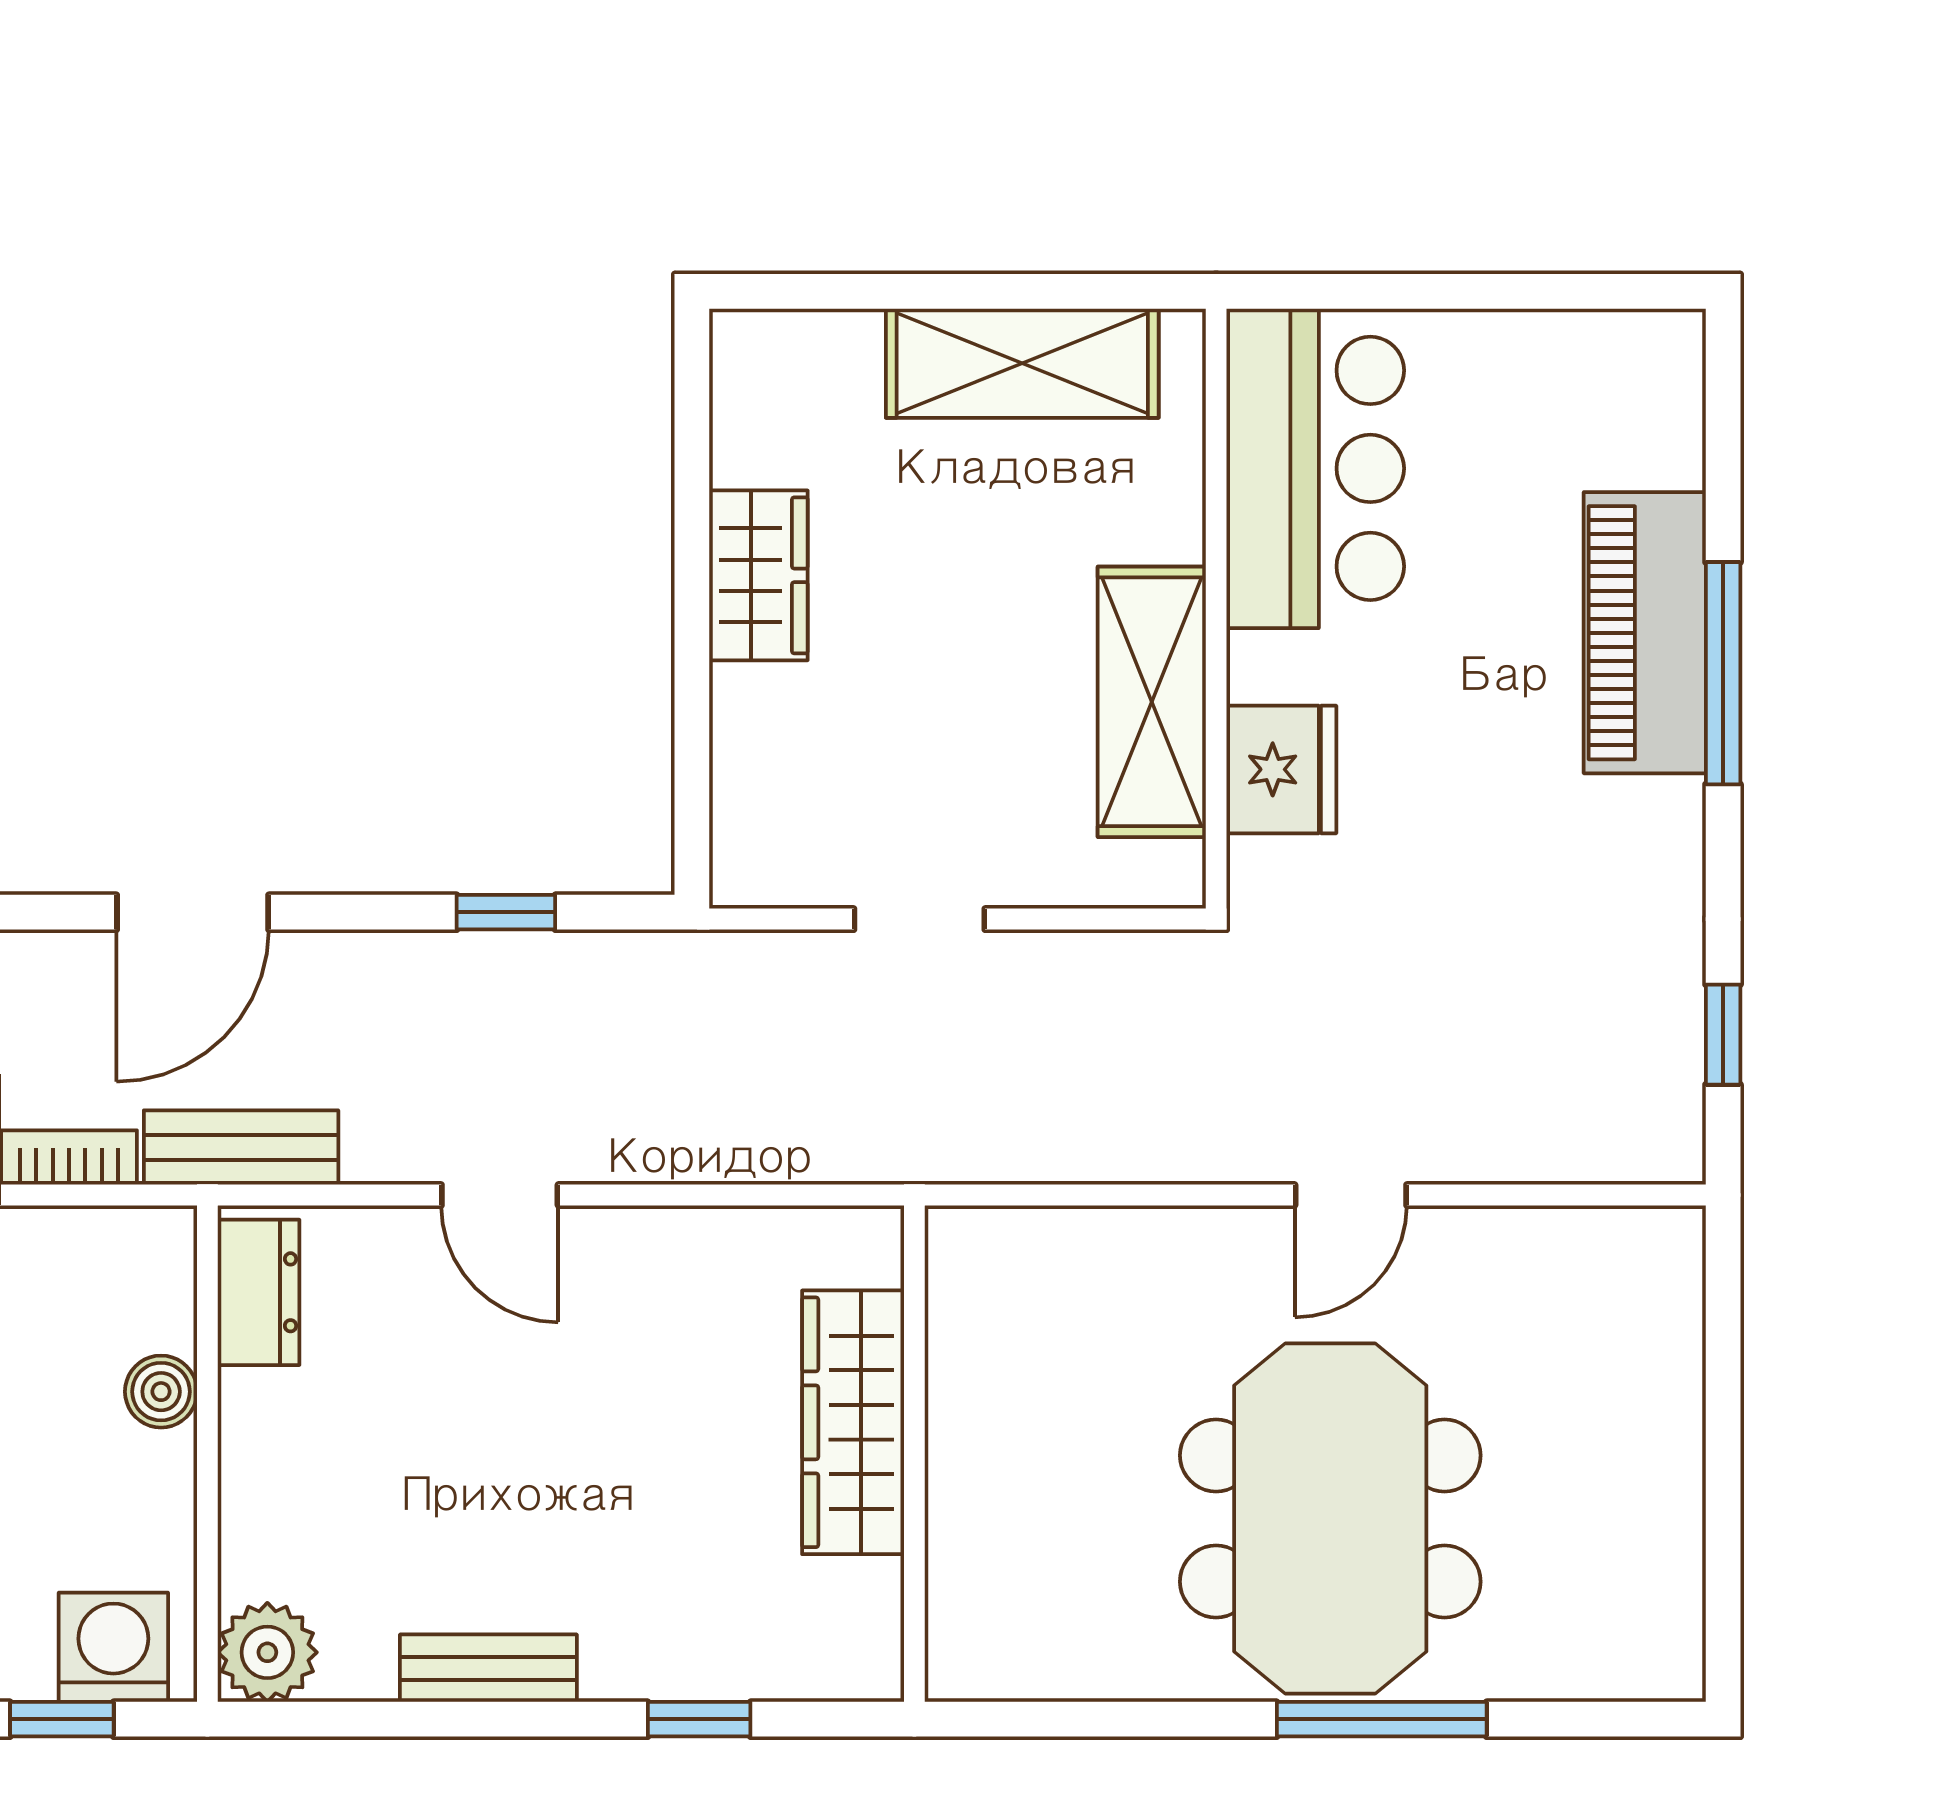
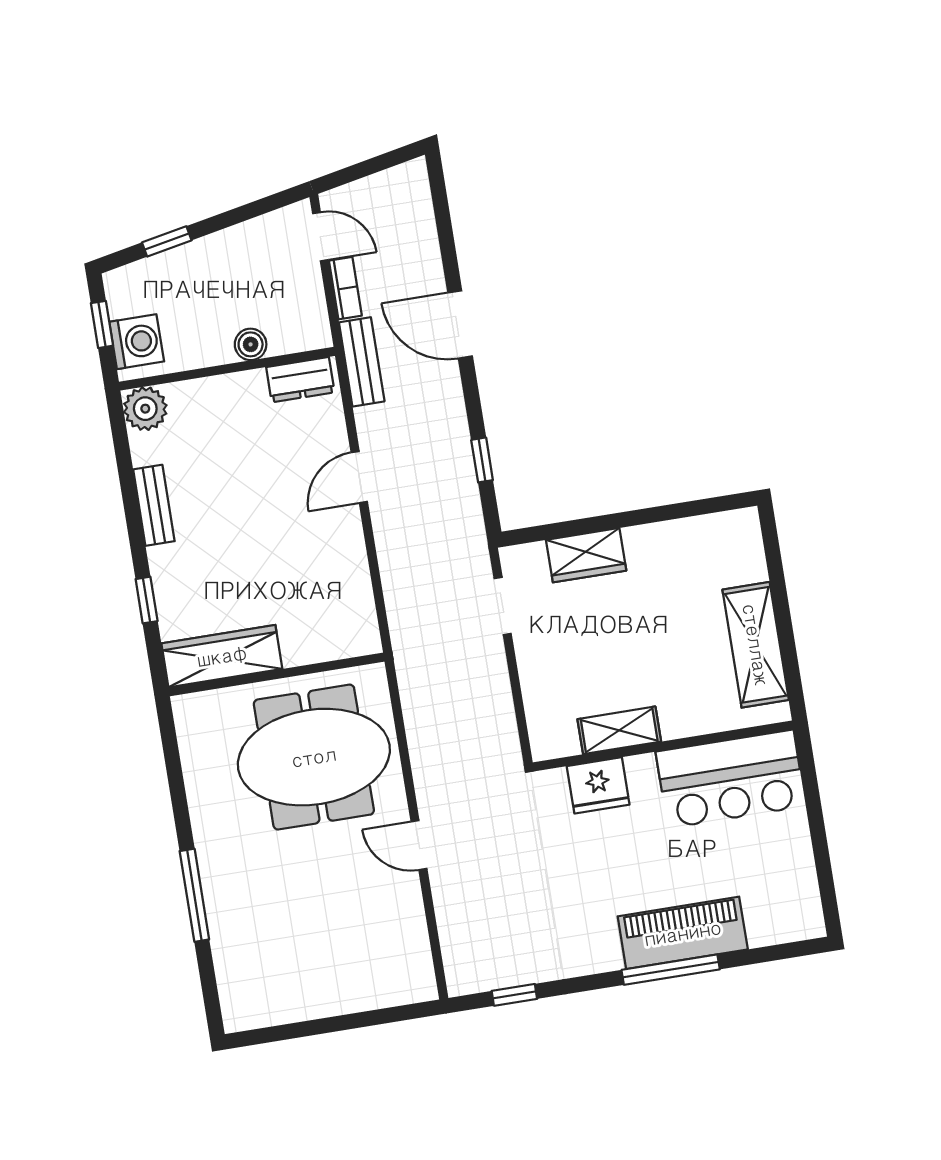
wardrobe: (758, 575) -> (586, 555), moved
shelving: (1152, 702) -> (619, 730), width x0.67, depth x0.75
doorway: (919, 919) -> (503, 606), moved
wardrobe: (853, 1422) -> (222, 656), moved
meeting table: (1330, 1519) -> (314, 757), moved

